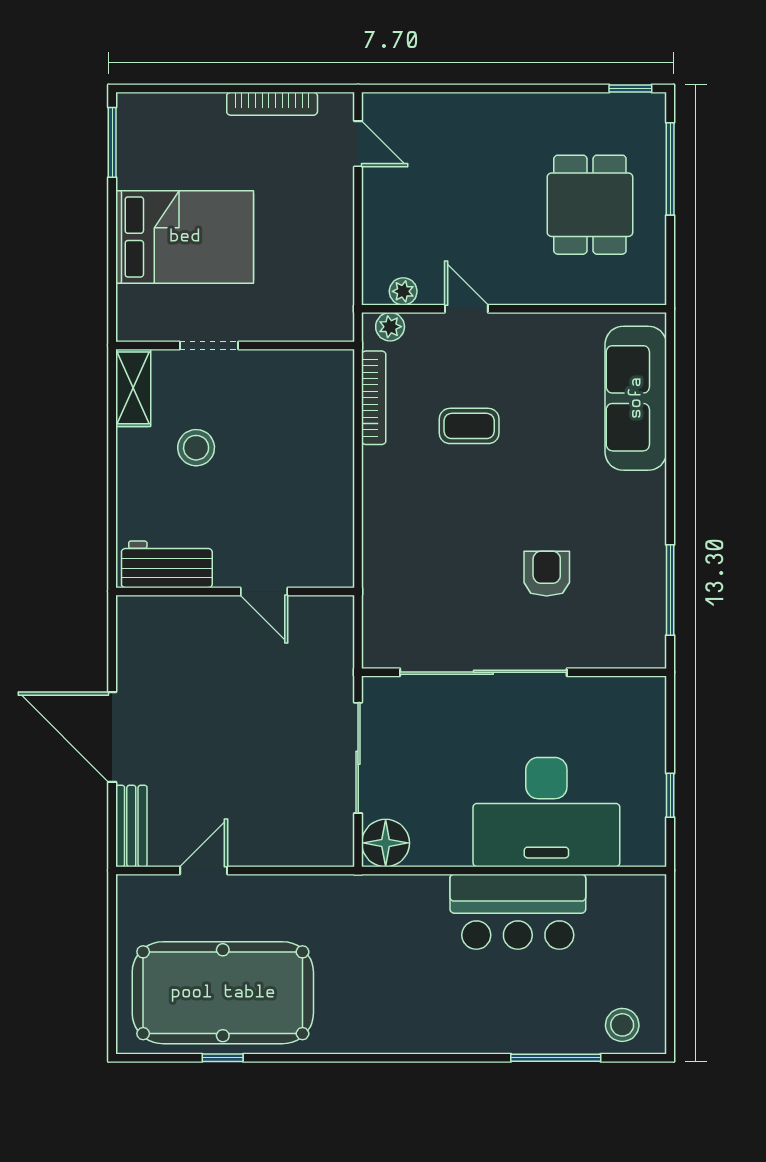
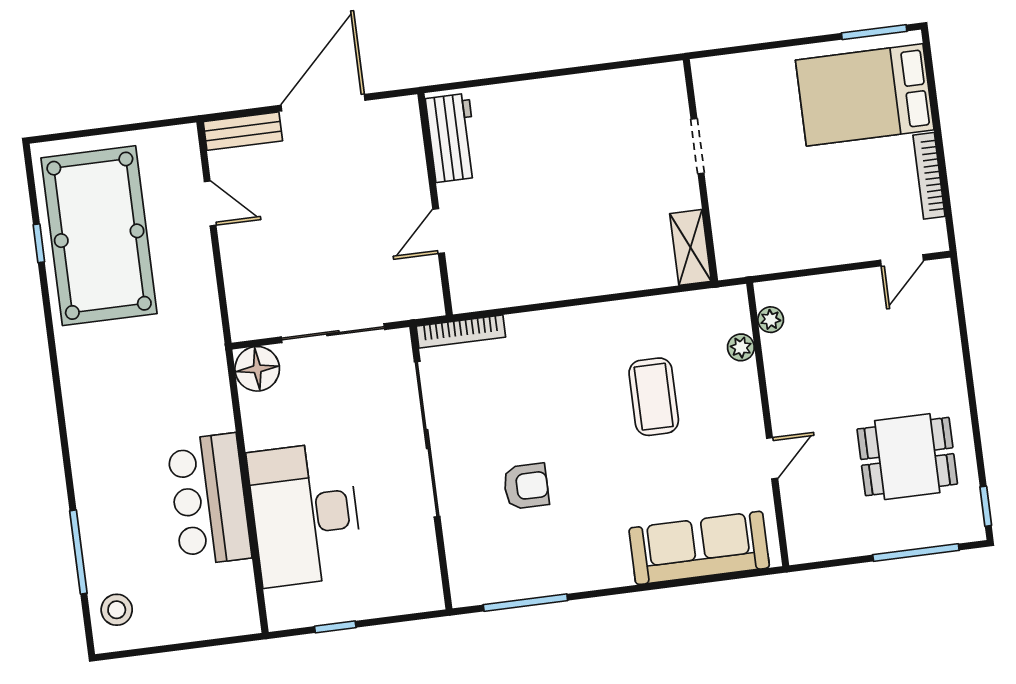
dining table: (590, 205) -> (907, 457), moved
bed: (185, 237) -> (865, 95), moved, turned 90
door: (466, 309) -> (772, 458), moved
plant: (390, 327) -> (741, 347), moved
shelving: (133, 388) -> (691, 247), moved, turned 90
bookcase: (374, 398) -> (461, 332), moved
coffee table: (469, 426) -> (654, 397), width x1.36, depth x1.30
stool: (196, 448) -> (601, 146), removed
workbench: (167, 564) -> (452, 138), moved
wall: (235, 591) -> (435, 204), moved
door: (264, 591) -> (439, 231), moved

